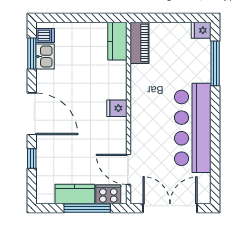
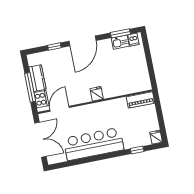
kitchen counter: (117, 41) -> (139, 86), removed
window: (215, 63) -> (137, 150), width x0.46

